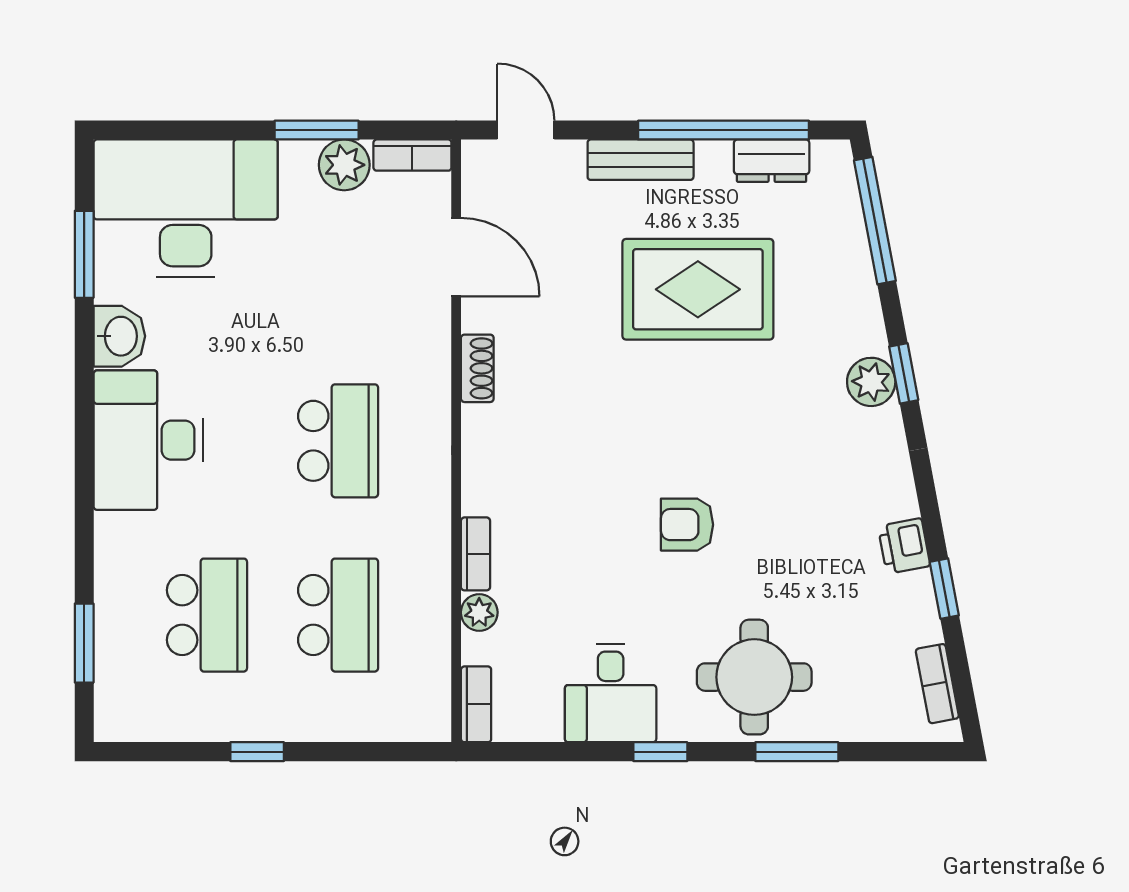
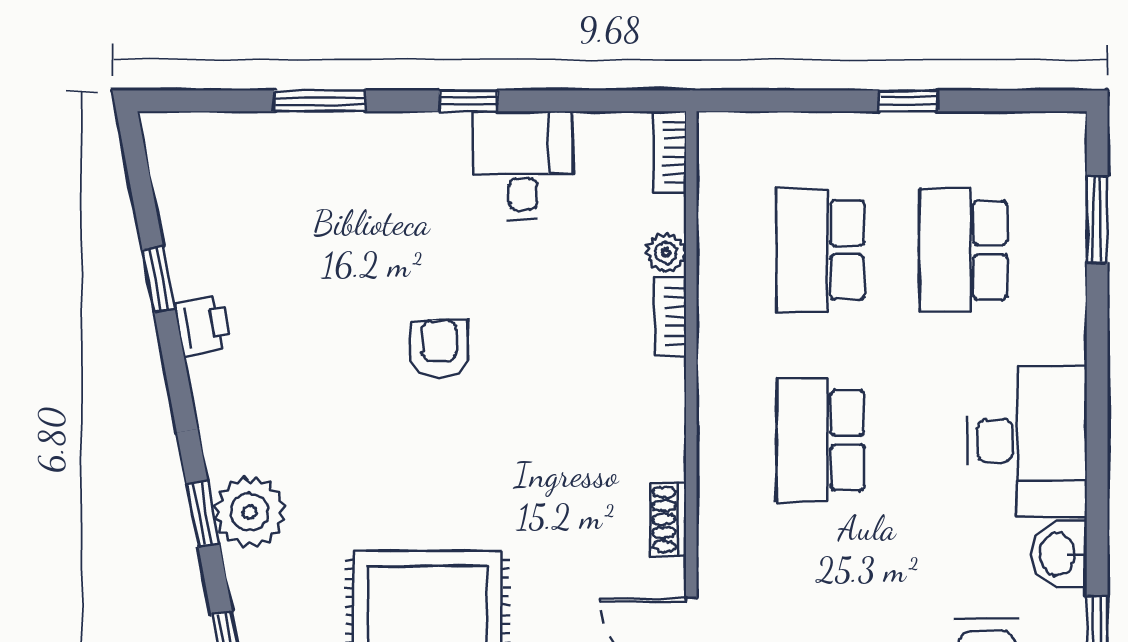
plant: (871, 382) -> (250, 512), width x1.36, depth x1.36
armchair: (687, 525) -> (439, 349), turned -90
round table: (754, 677) -> (366, 182), removed
bookcase: (937, 684) -> (166, 175), removed

